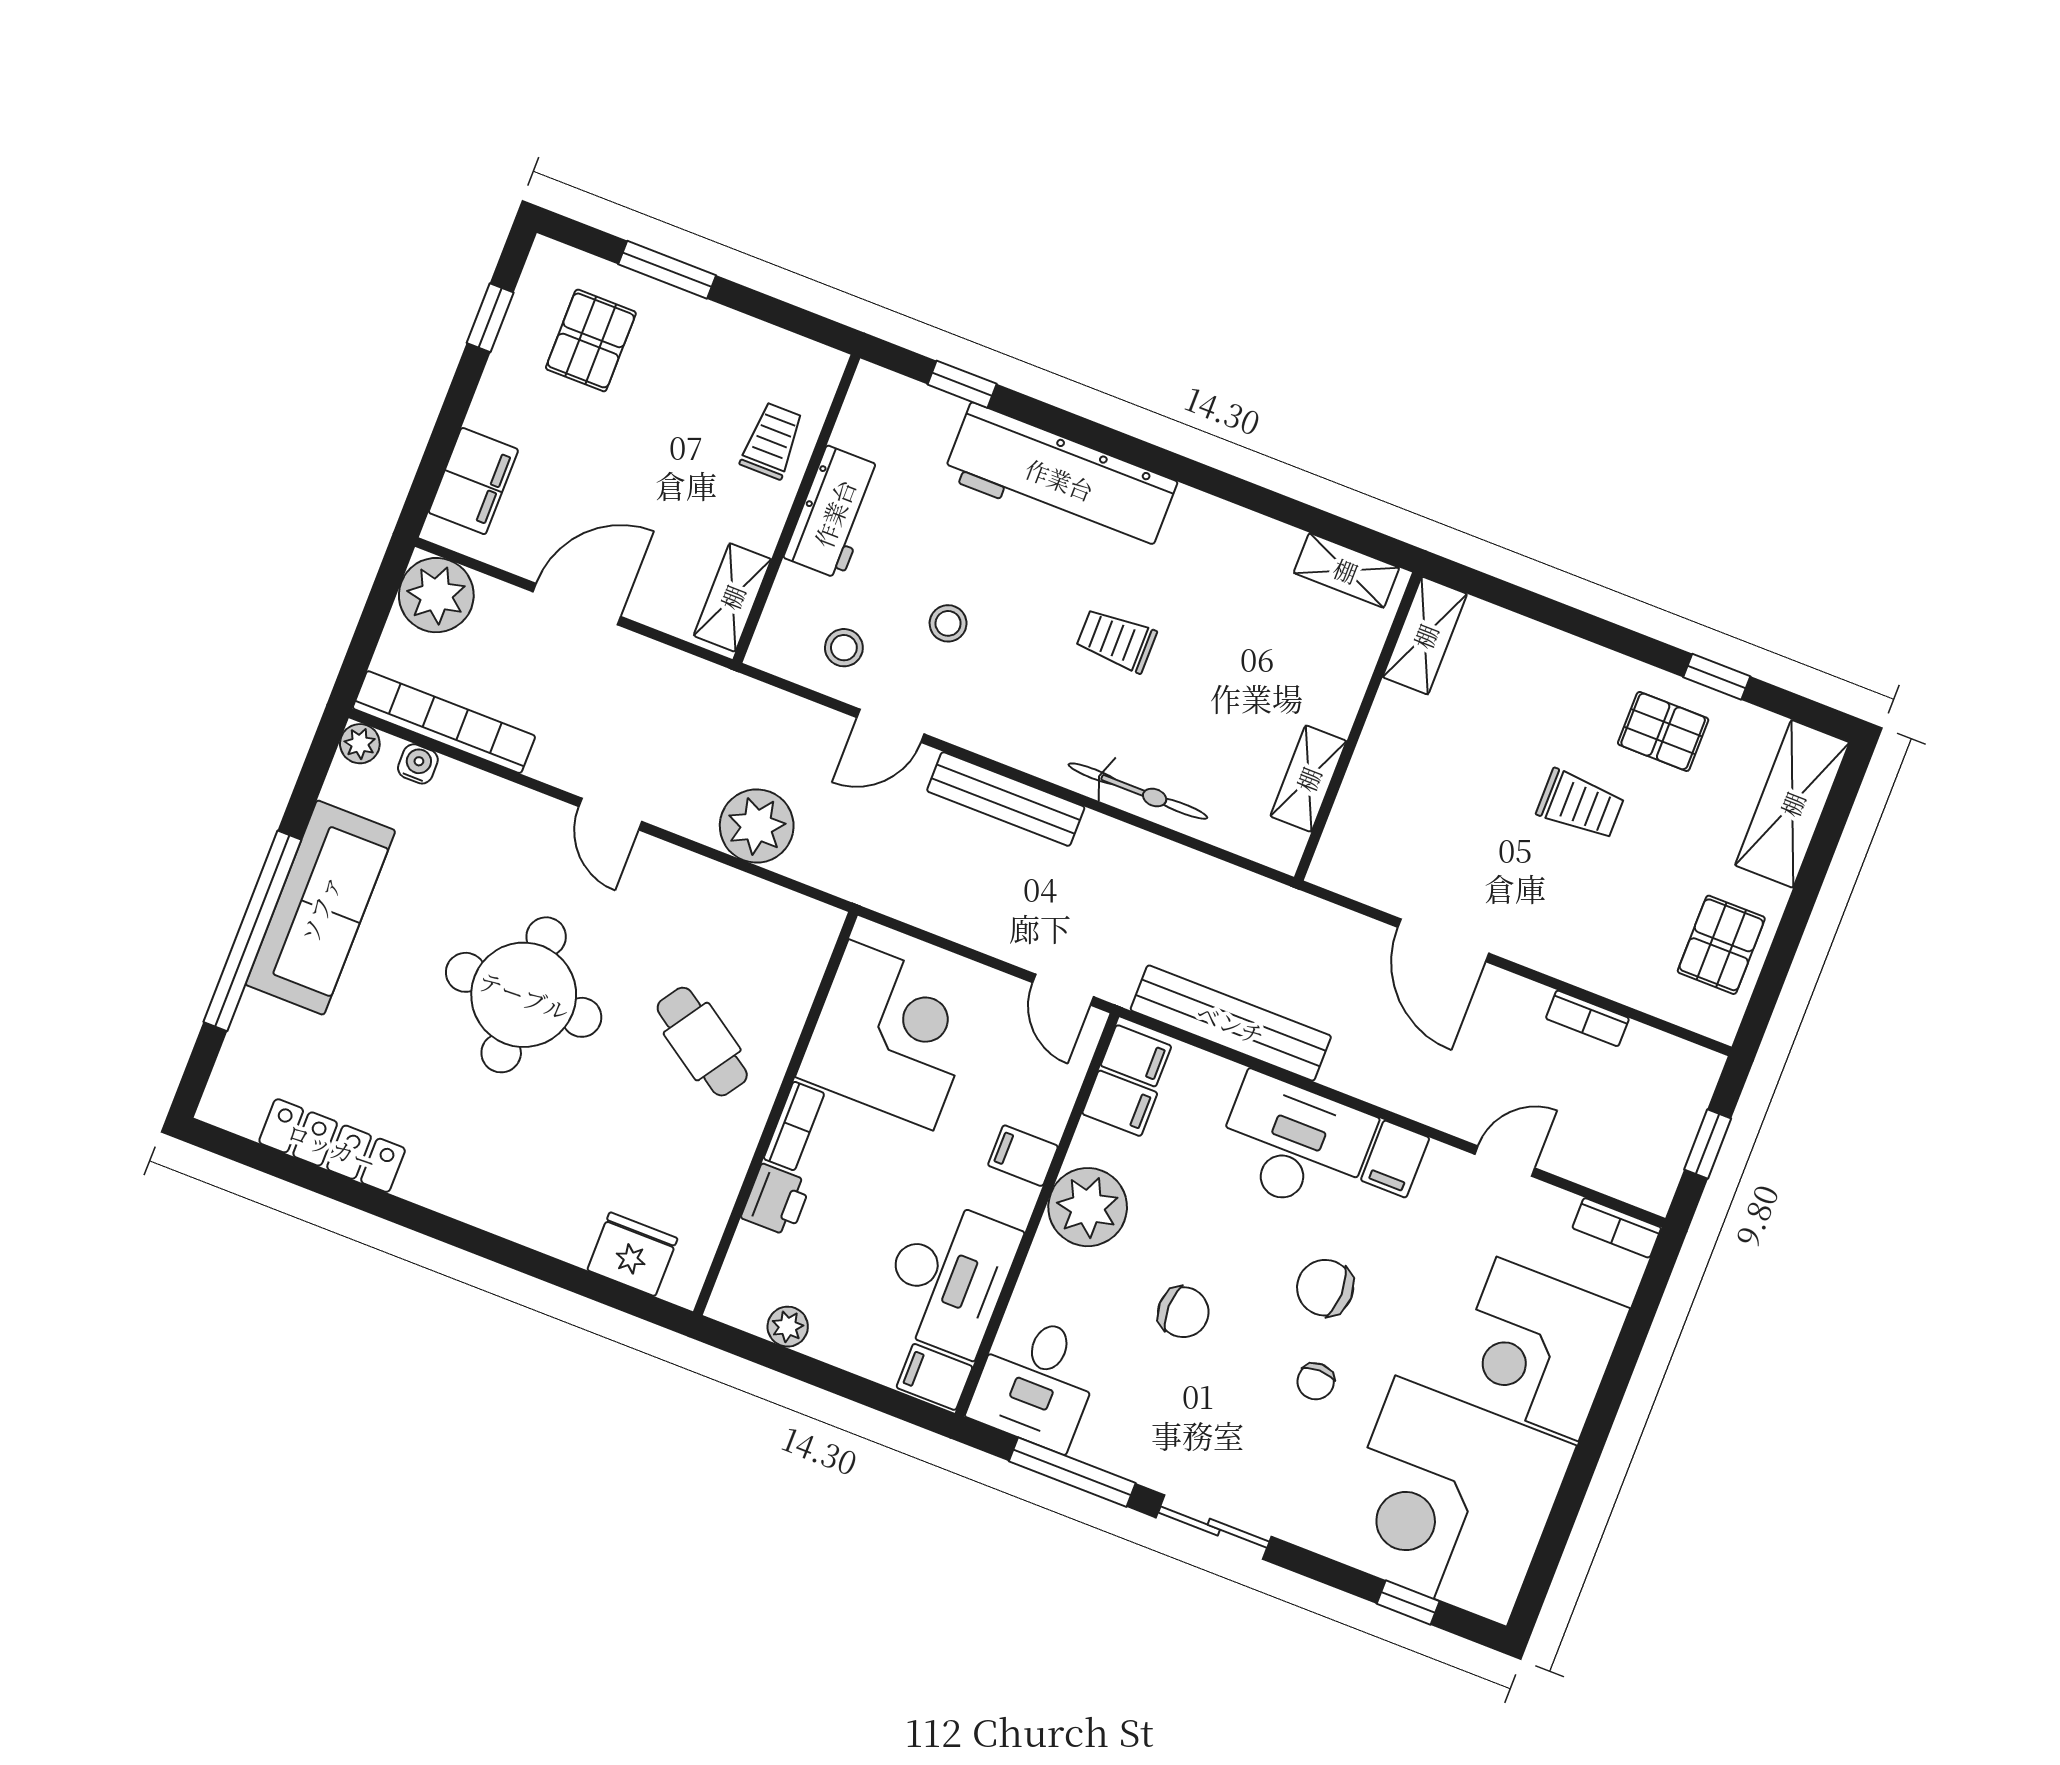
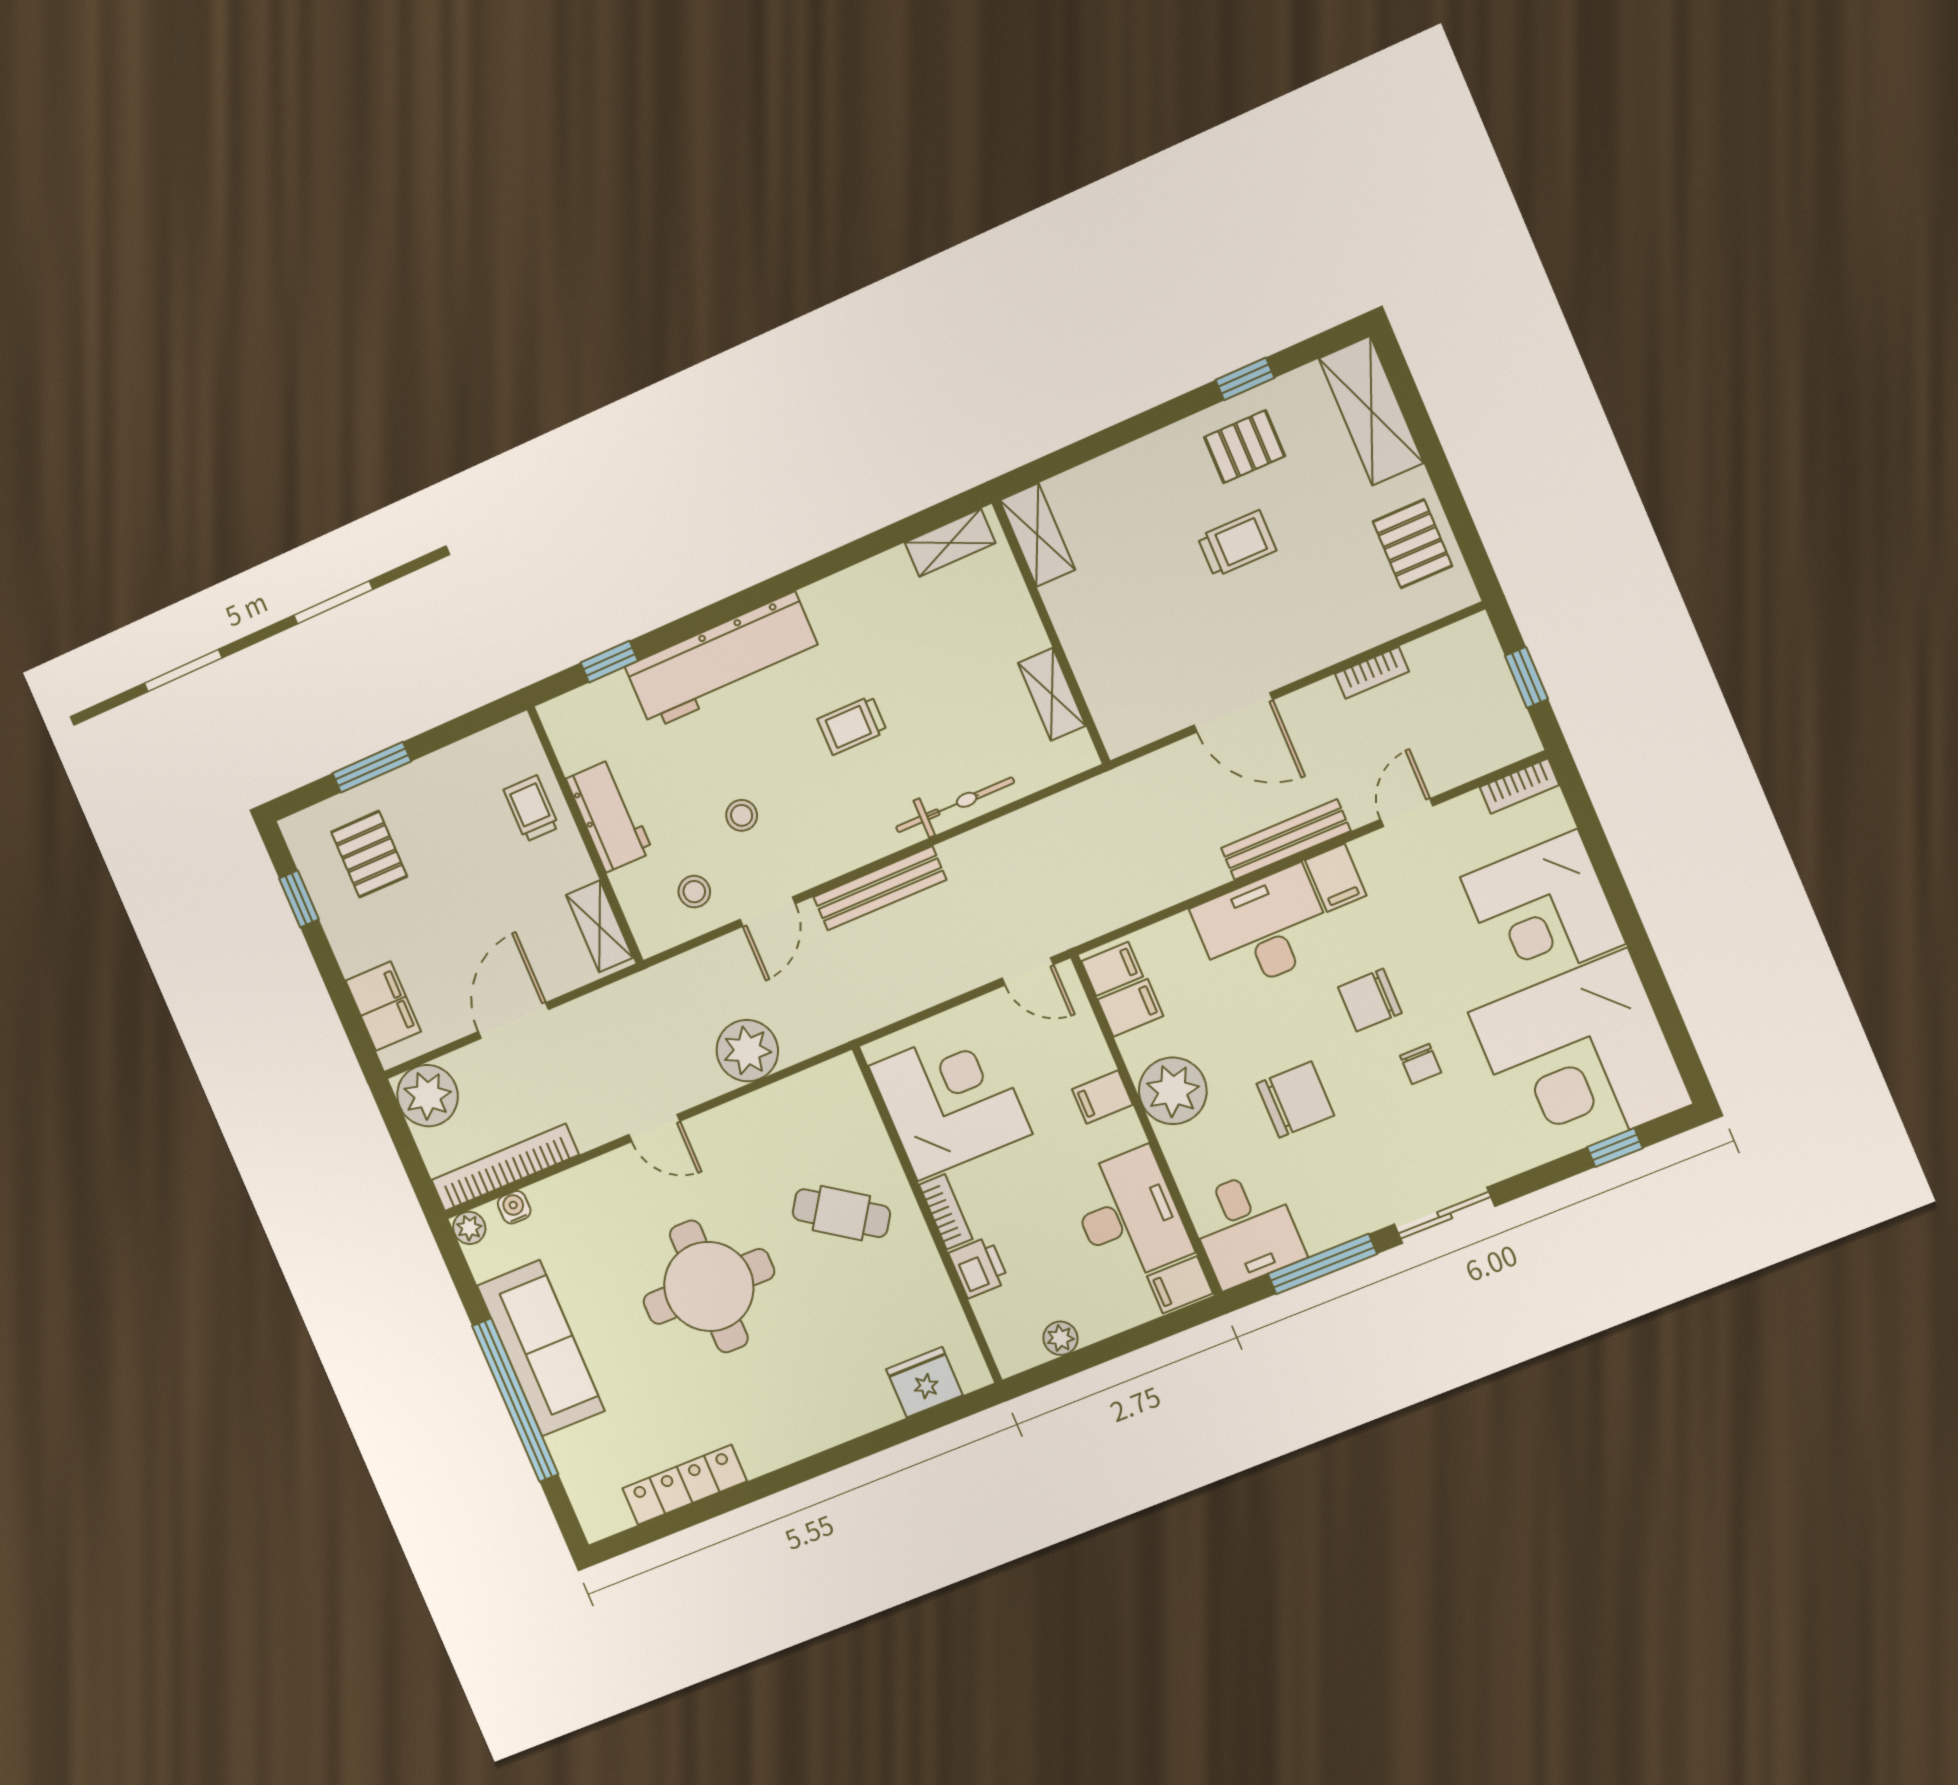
bench: (1231, 1023) -> (1286, 840), moved, width x0.73, depth x0.82
chair: (1183, 1312) -> (1295, 1100), width x1.37, depth x1.37

